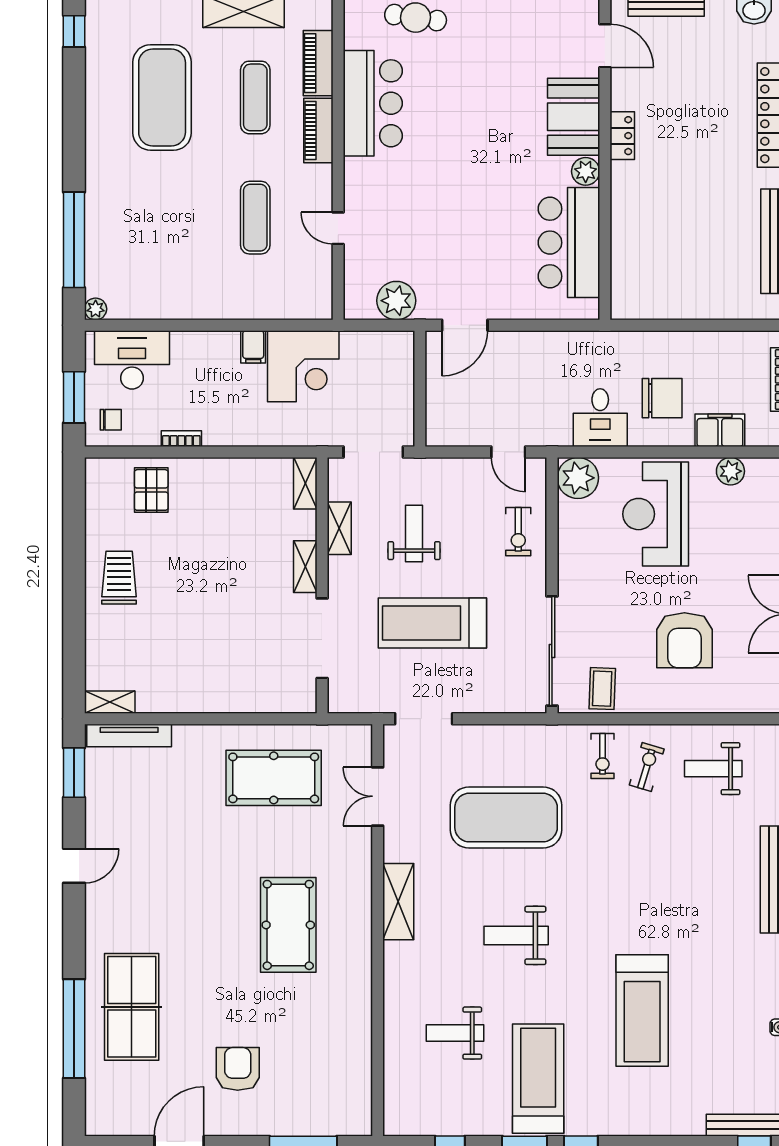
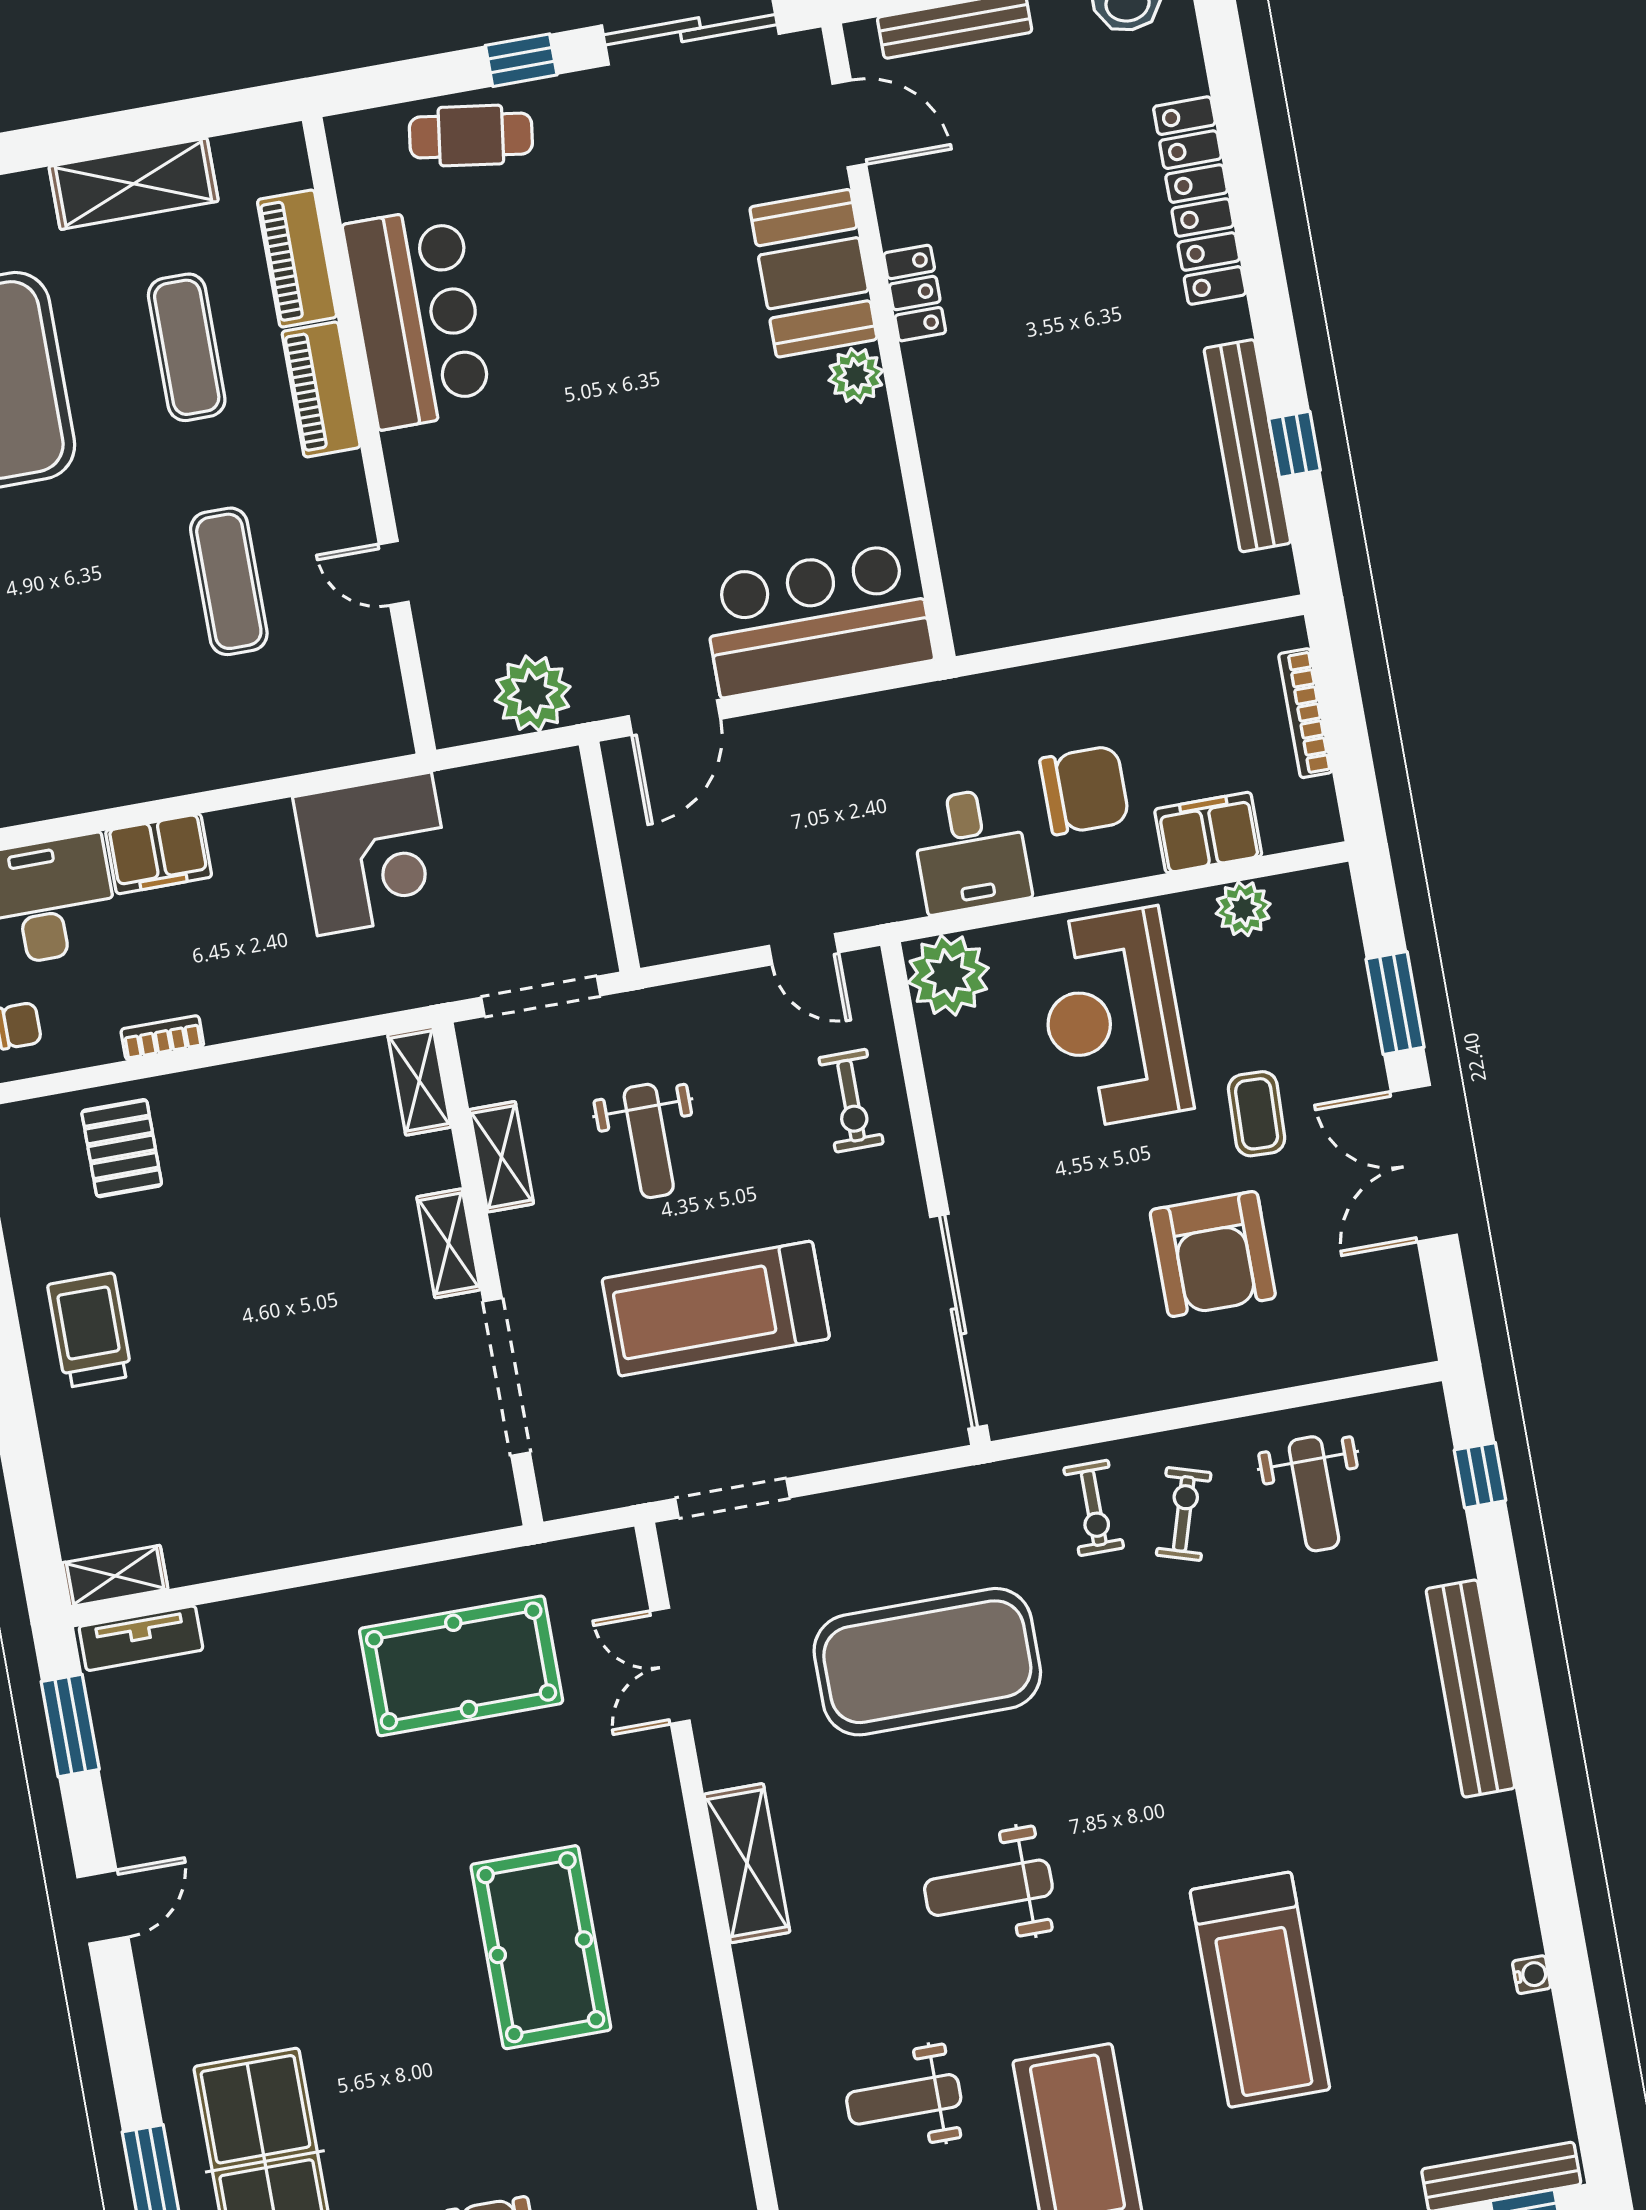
bar counter: (569, 243) -> (817, 620), moved, turned 90
filing cabinet: (253, 347) -> (159, 854), moved, width x2.00
weight bench: (414, 534) -> (649, 1141), turned 180
coffee table: (602, 689) -> (1257, 1114), moved
tv unit: (129, 735) -> (141, 1638), width x0.71
weight bench: (713, 769) -> (1314, 1494), turned -90

